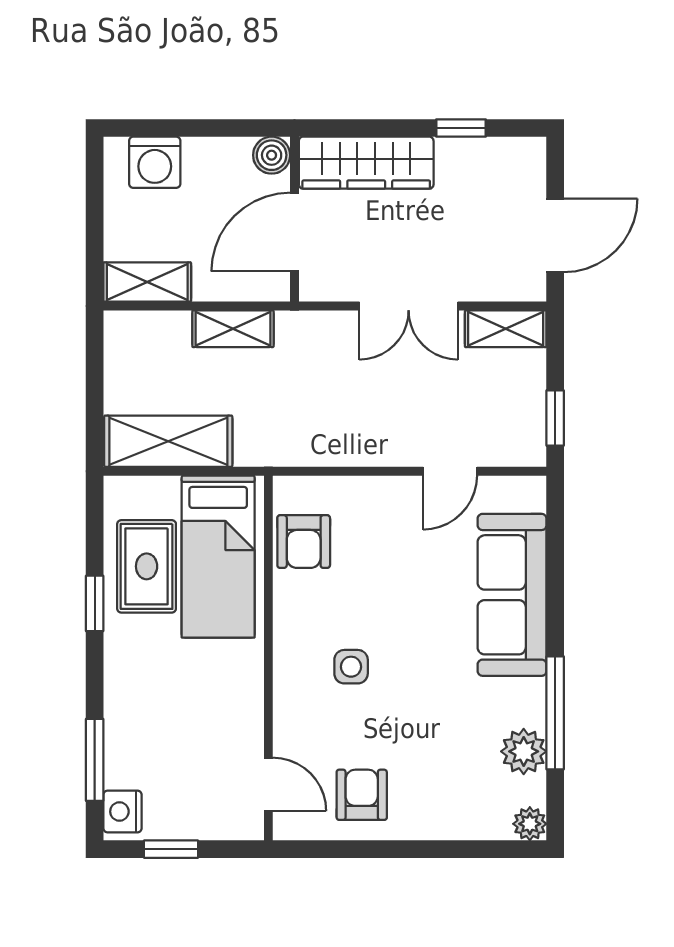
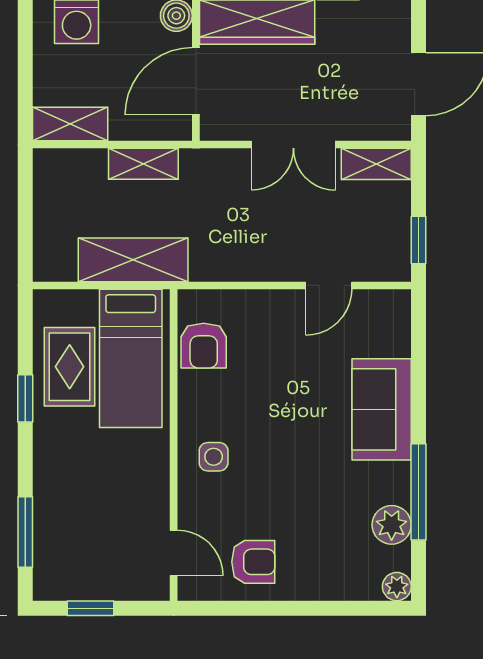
shelving: (168, 441) -> (133, 260), moved
sofa: (512, 595) -> (382, 409), width x0.73
side table: (351, 667) -> (214, 457), moved
armchair: (362, 795) -> (253, 562), turned 90
nightstand: (123, 812) -> (49, 576), removed

